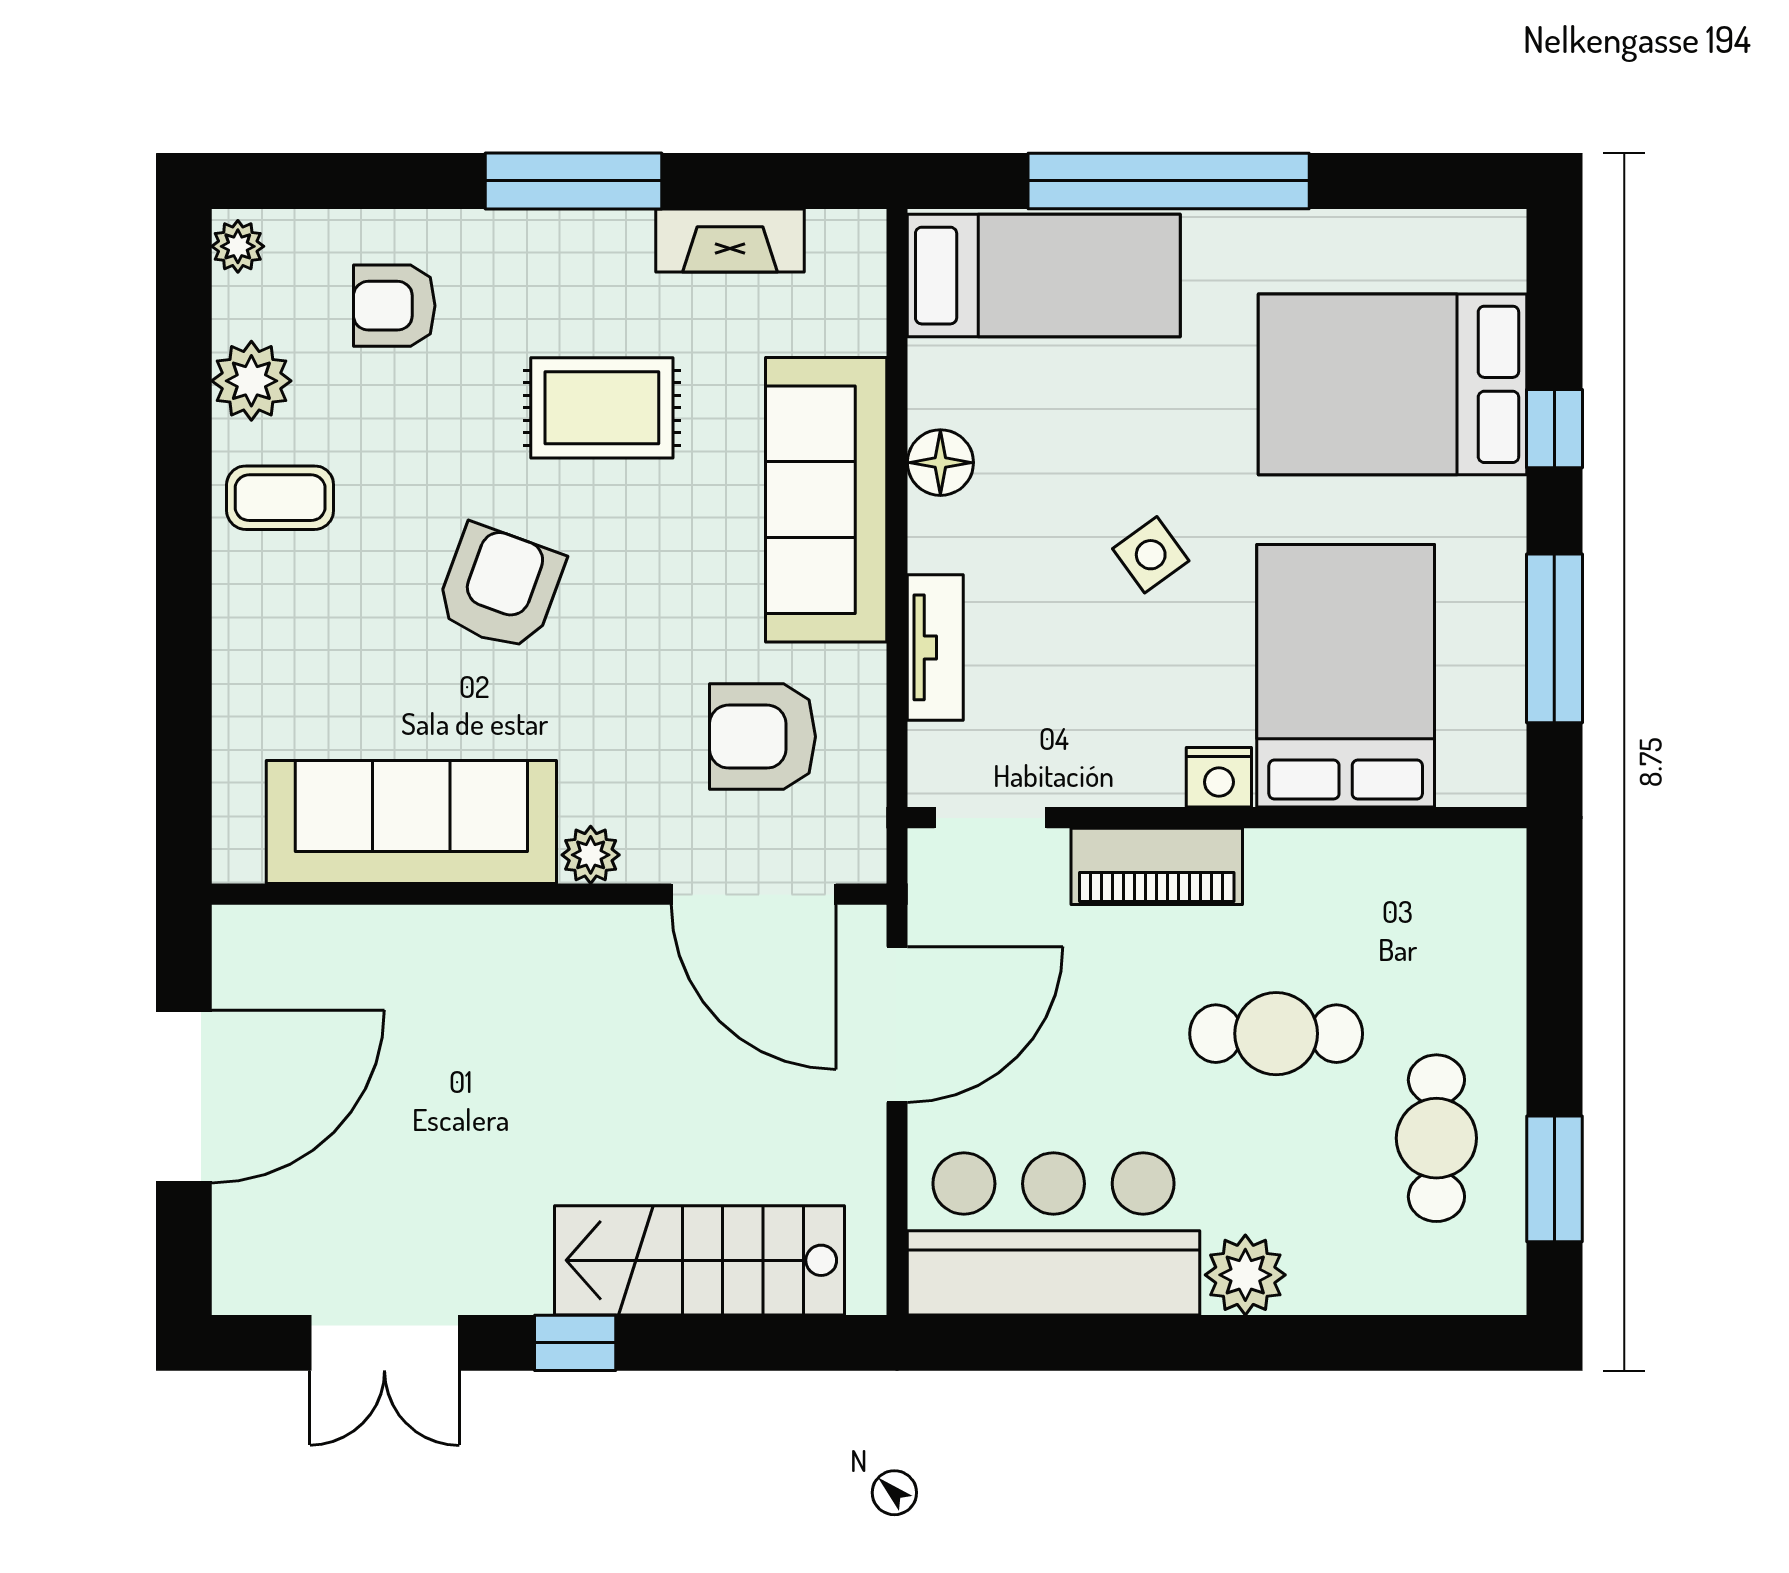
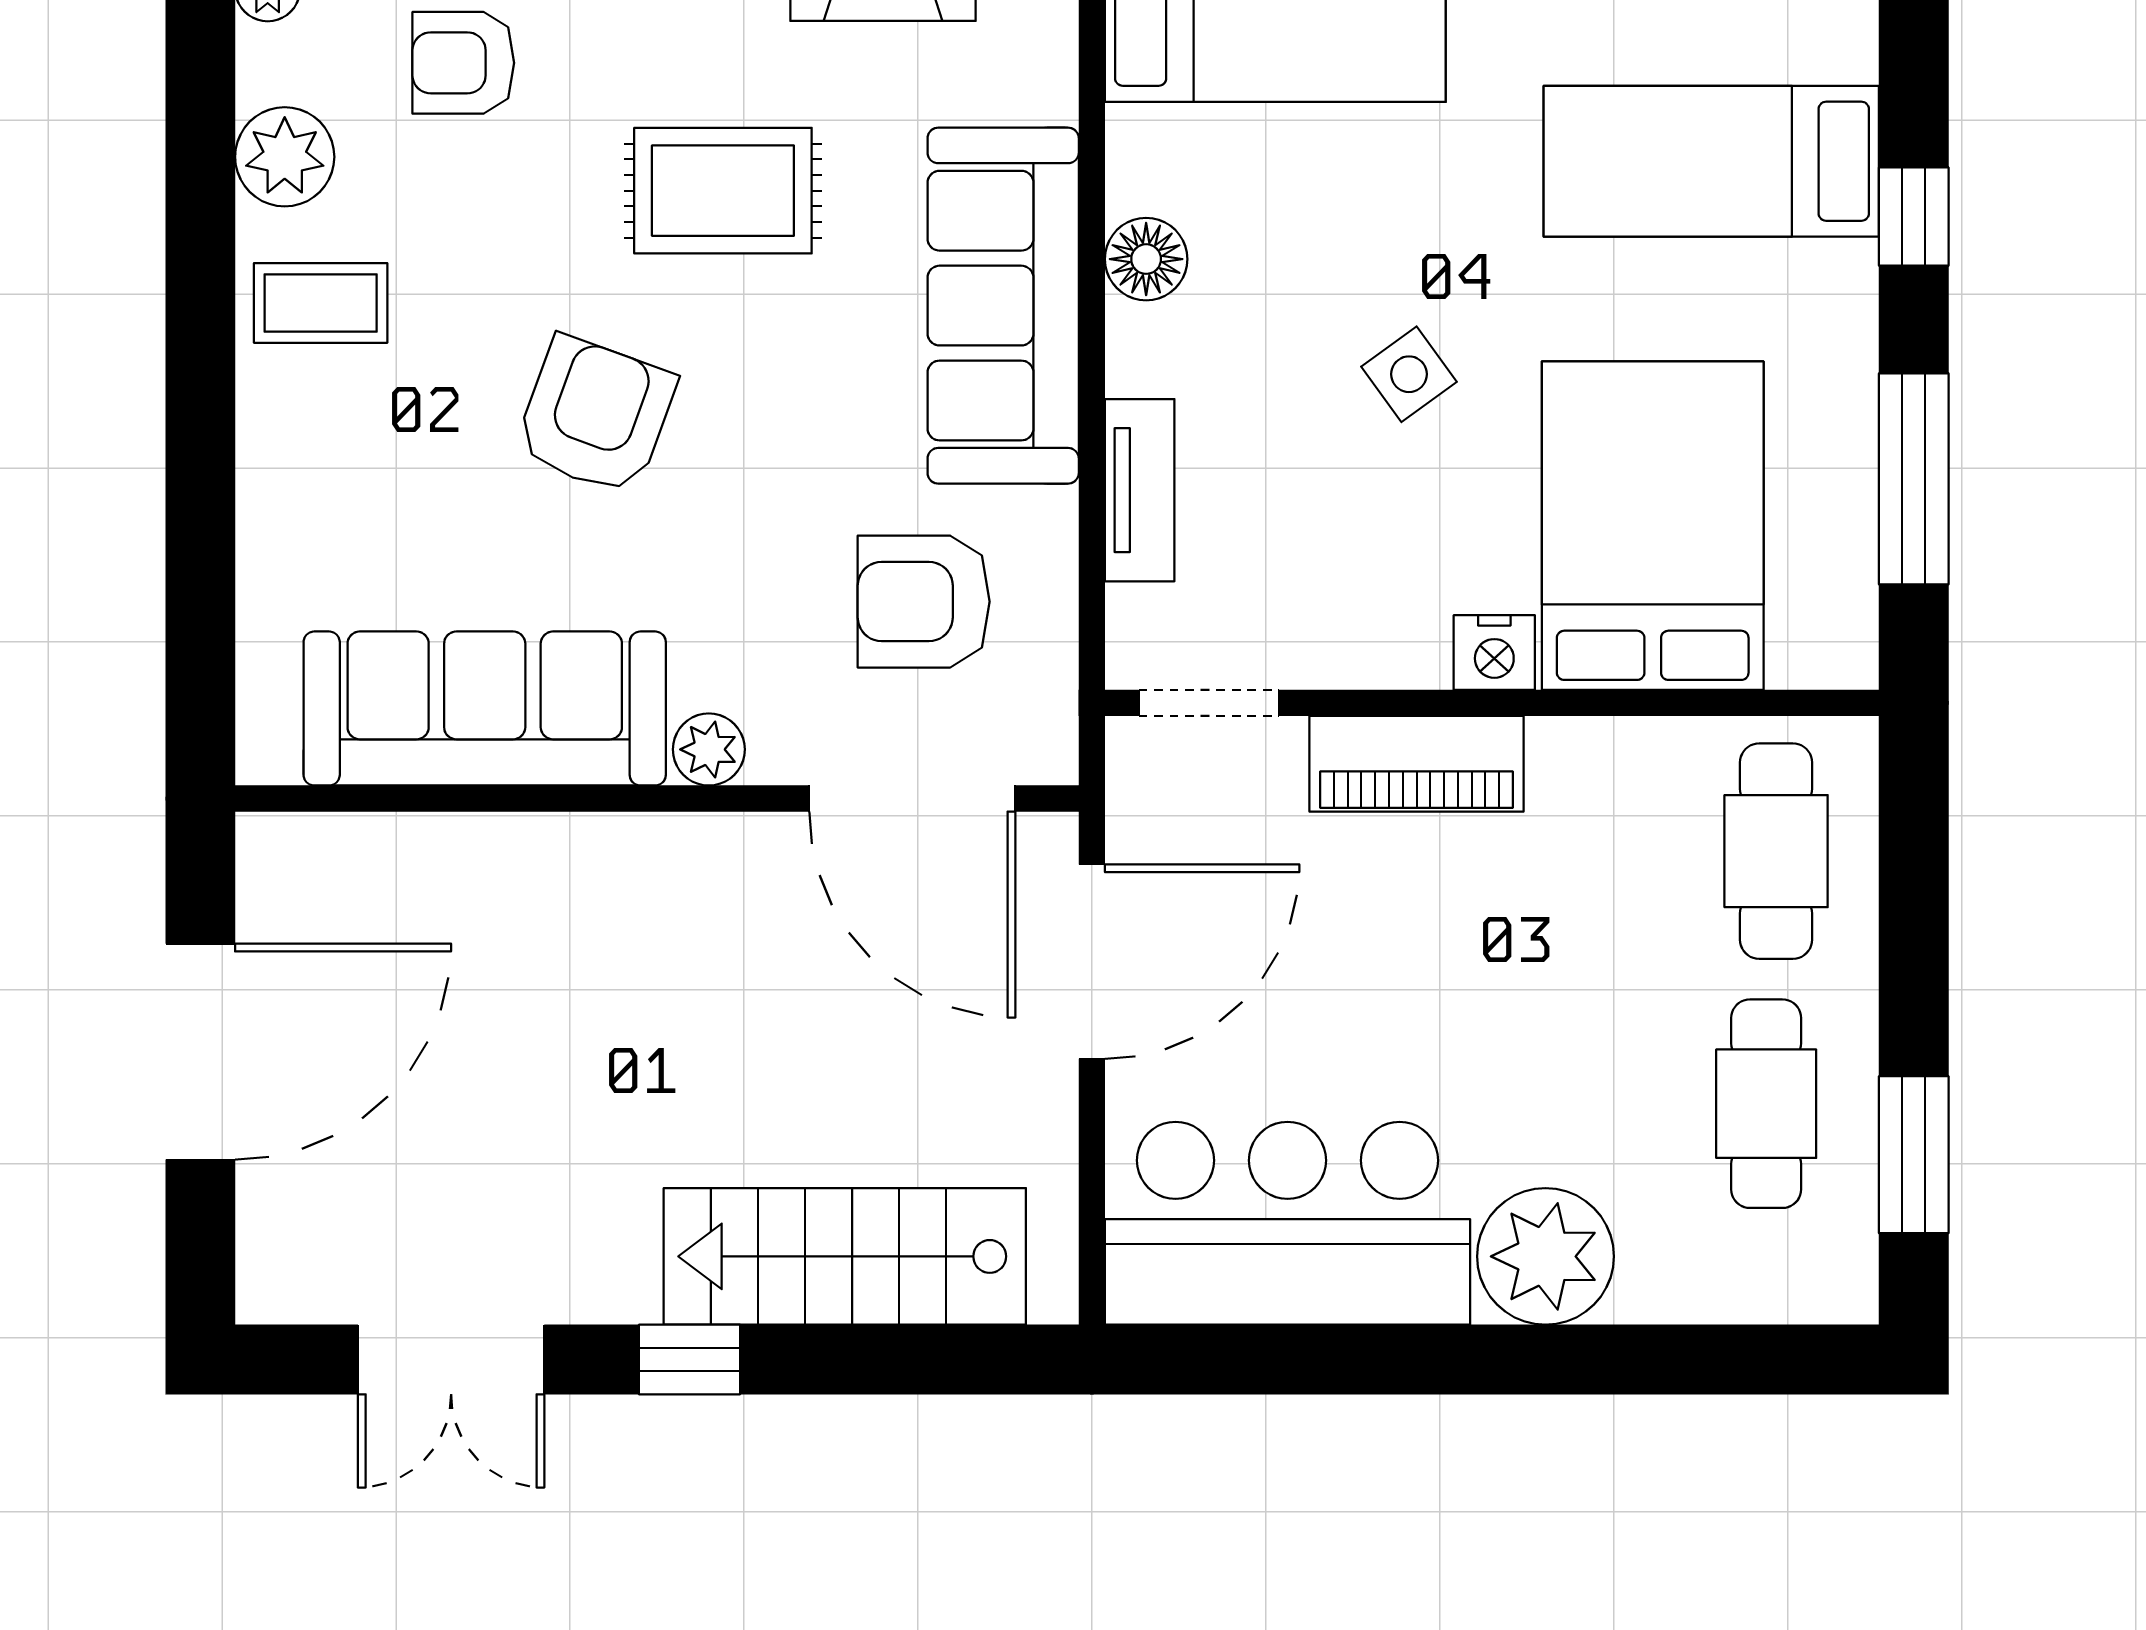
bed: (1393, 384) -> (1711, 161), width x0.67
cafe table: (1276, 1034) -> (1776, 851), moved, turned 90
plant: (1245, 1275) -> (1545, 1256), width x1.36, depth x1.36

